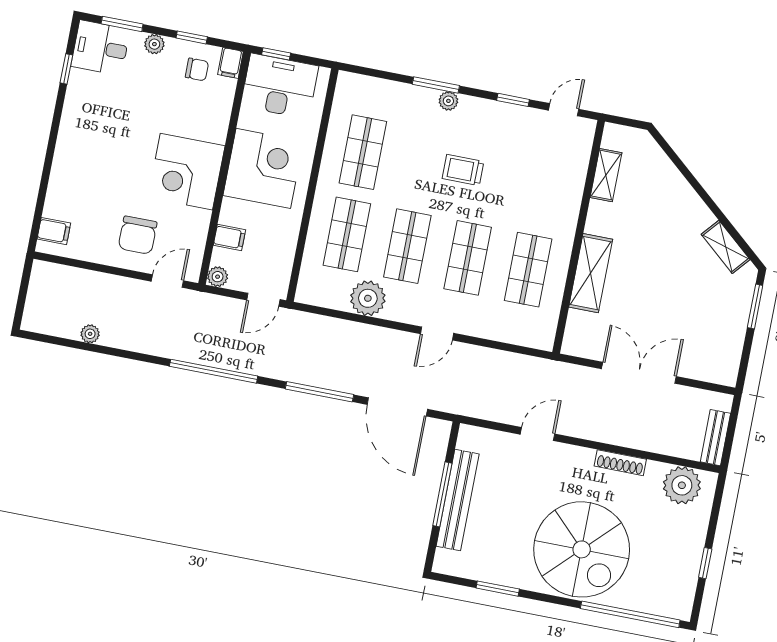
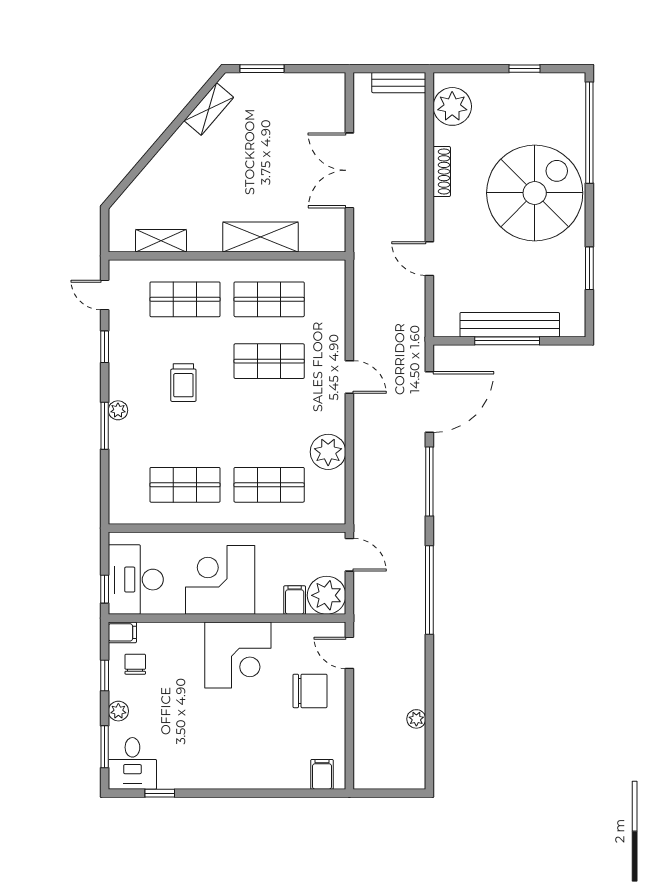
shop shelf: (407, 246) -> (185, 299), moved
plant: (218, 277) -> (327, 595), width x1.87, depth x1.87

